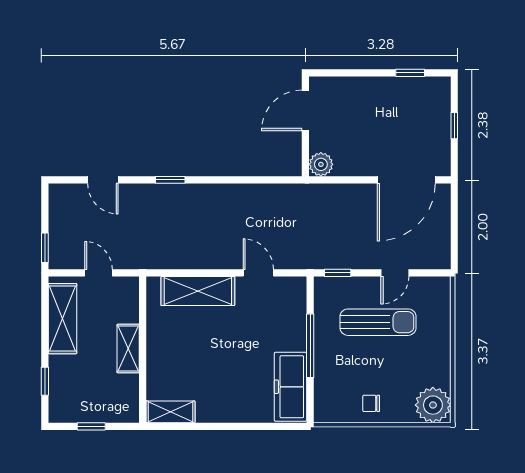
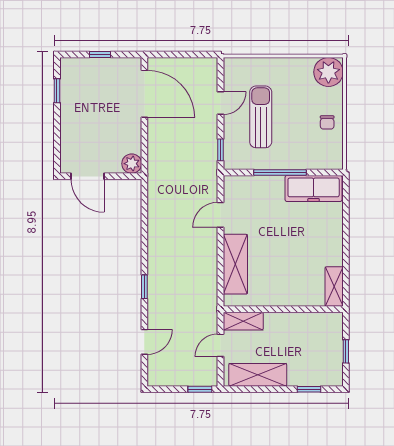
door: (395, 273) -> (220, 103), hinge flipped
shelving: (128, 349) -> (243, 321), moved

